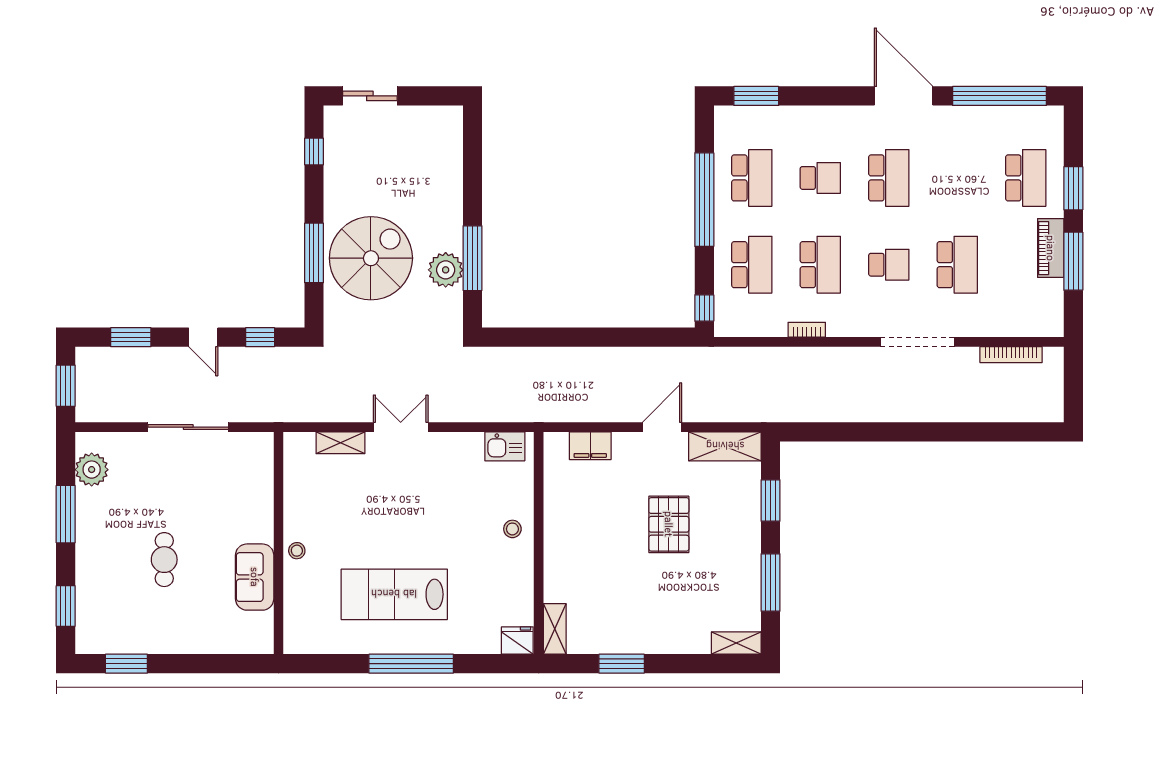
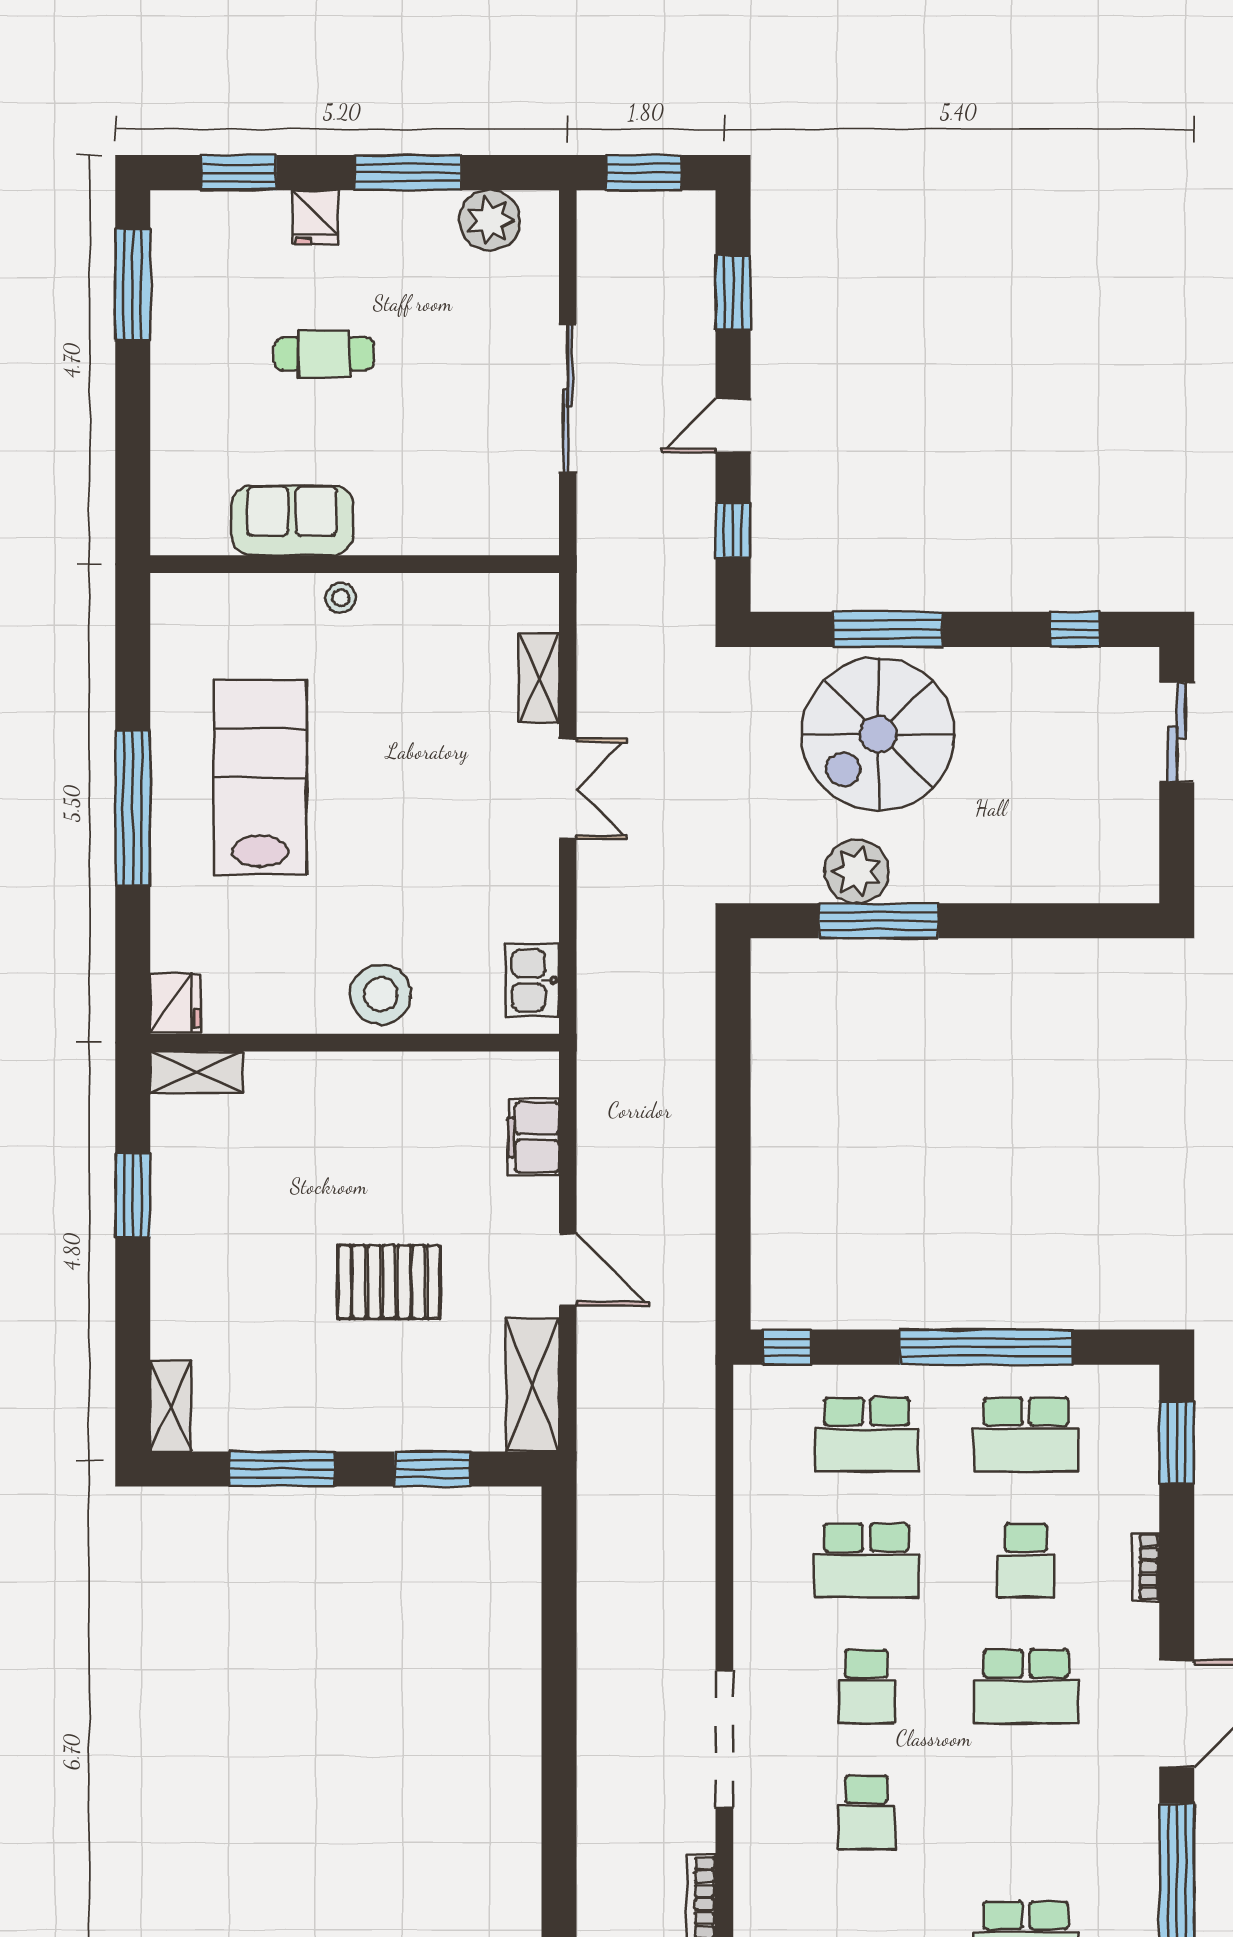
spiral stairs: (371, 258) -> (878, 734), turned 90
school desk: (957, 265) -> (866, 1812), width x0.54
bookcase: (807, 330) -> (1146, 1567), moved, turned 180
stool: (512, 529) -> (381, 994), width x1.89, depth x1.89
fridge: (90, 564) -> (315, 217), added
window: (126, 664) -> (133, 284), width x1.44

